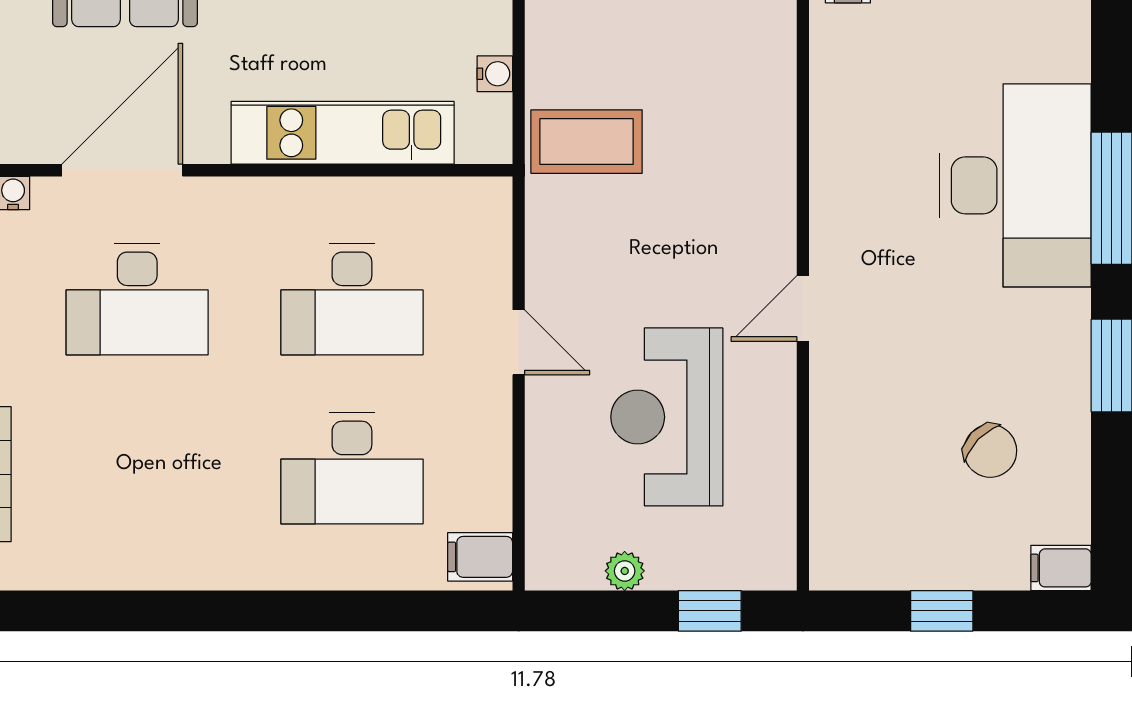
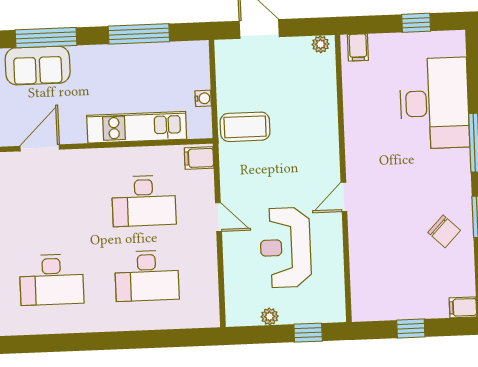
door: (122, 170) -> (40, 148), width x0.73
desk: (1015, 185) -> (434, 103), moved
desk: (137, 299) -> (52, 280), moved
chair: (990, 451) -> (444, 231), moved
filing cabinet: (480, 557) -> (199, 158), moved

